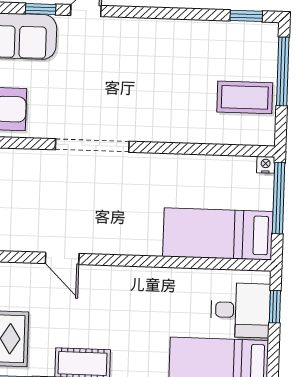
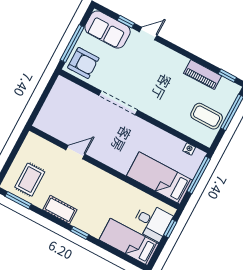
piano: (206, 34) -> (203, 75), added
nightstand: (266, 165) -> (189, 149), moved
door: (62, 258) -> (75, 152), swing flipped

